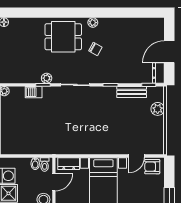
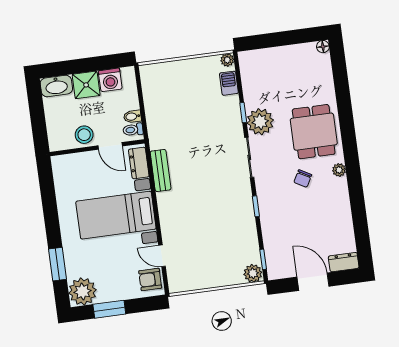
dresser: (158, 73) -> (344, 262), moved
plant: (47, 78) -> (260, 122), width x1.88, depth x1.88
barbecue: (34, 92) -> (229, 83), moved
bench: (132, 92) -> (161, 170), moved
plant: (158, 109) -> (253, 273), moved
armchair: (152, 167) -> (150, 279), turned -90

